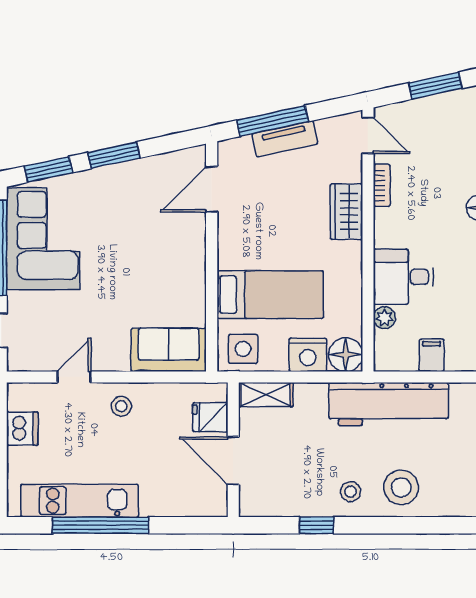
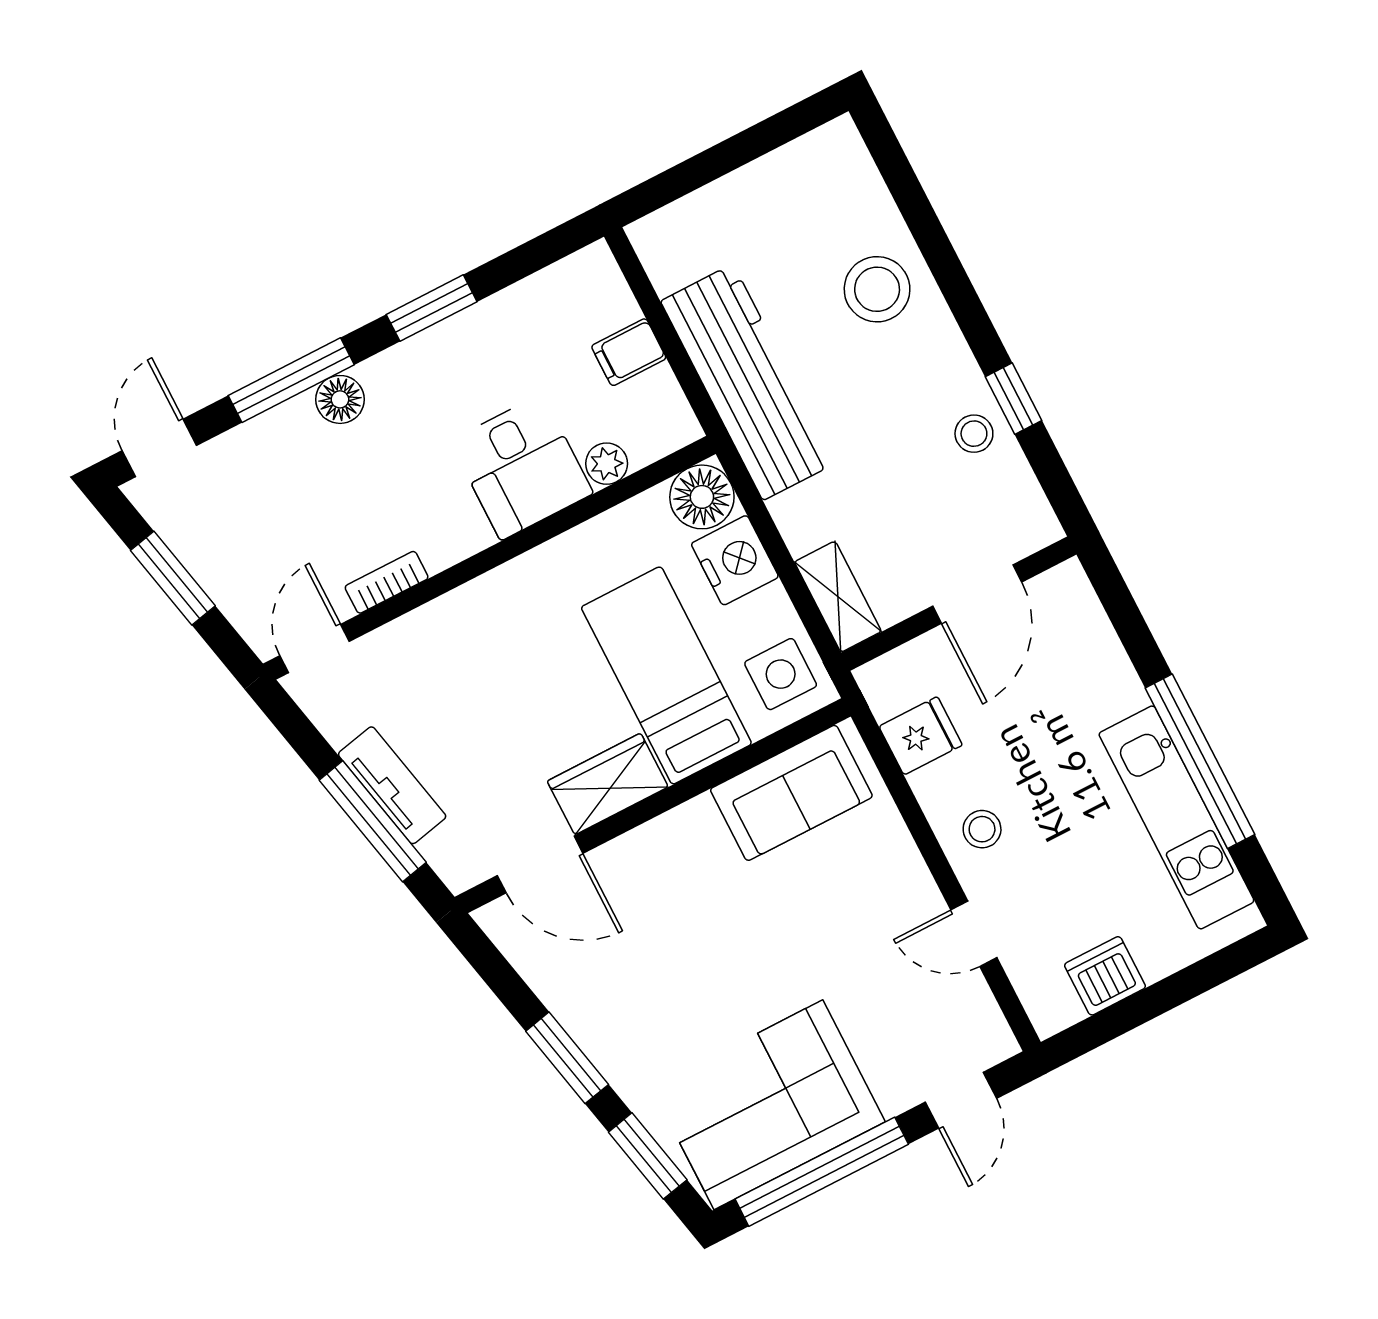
wardrobe: (346, 212) -> (608, 784), moved, turned 180
sofa: (169, 350) -> (791, 793), moved, turned -90
fridge: (210, 417) -> (921, 736), moved, turned -90
stool: (351, 492) -> (974, 434), moved

